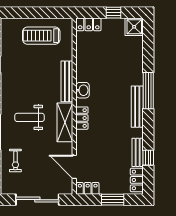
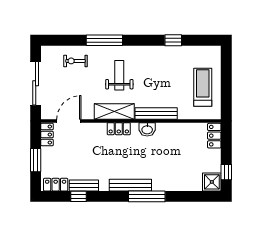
window: (114, 13) -> (226, 172), moved

